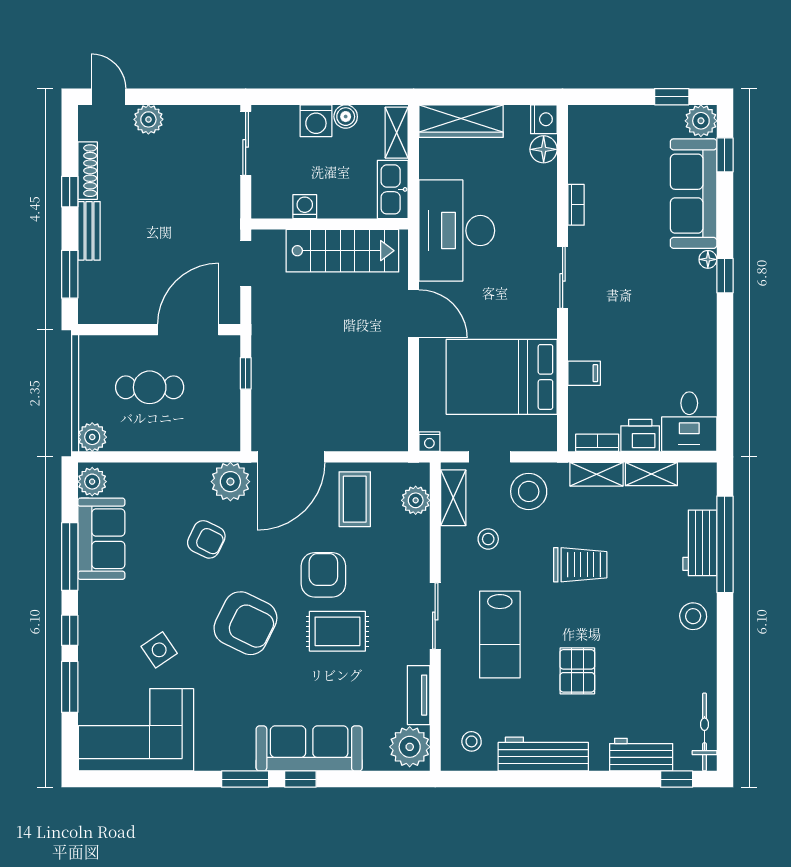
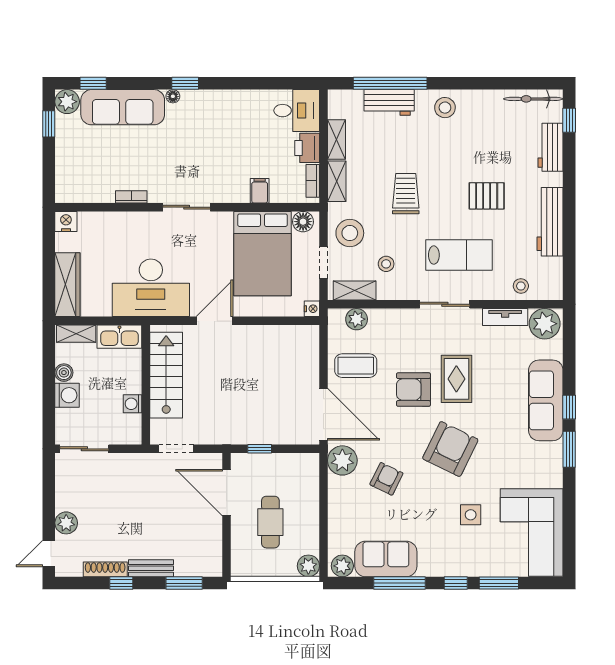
floor lamp: (544, 149) -> (303, 222), moved
side table: (159, 650) -> (471, 515), turned 34
stool: (472, 741) -> (521, 286), moved

